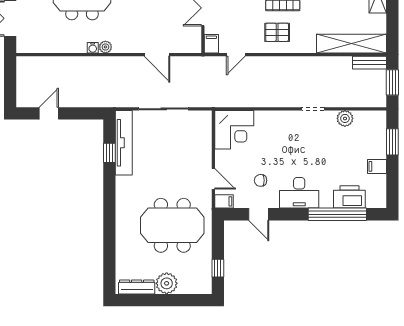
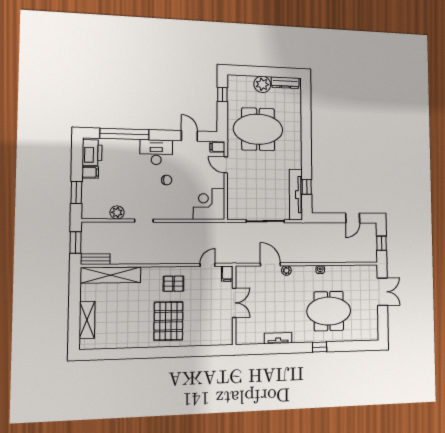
plant: (105, 47) -> (286, 270), moved
window: (10, 81) -> (382, 243), added
chair: (261, 180) -> (167, 180), moved
printer: (349, 197) -> (92, 153), moved, turned -90

